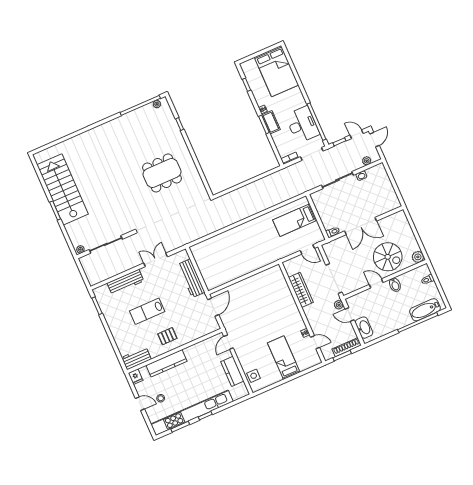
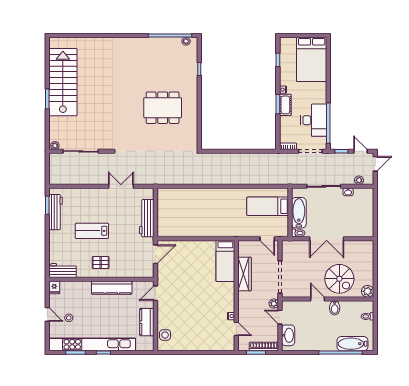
bathtub: (325, 214) -> (299, 213), added
workbench: (125, 282) -> (55, 212), moved, turned -90
bed: (284, 358) -> (225, 261), moved, turned 180
kitchen counter: (166, 363) -> (112, 288), moved

